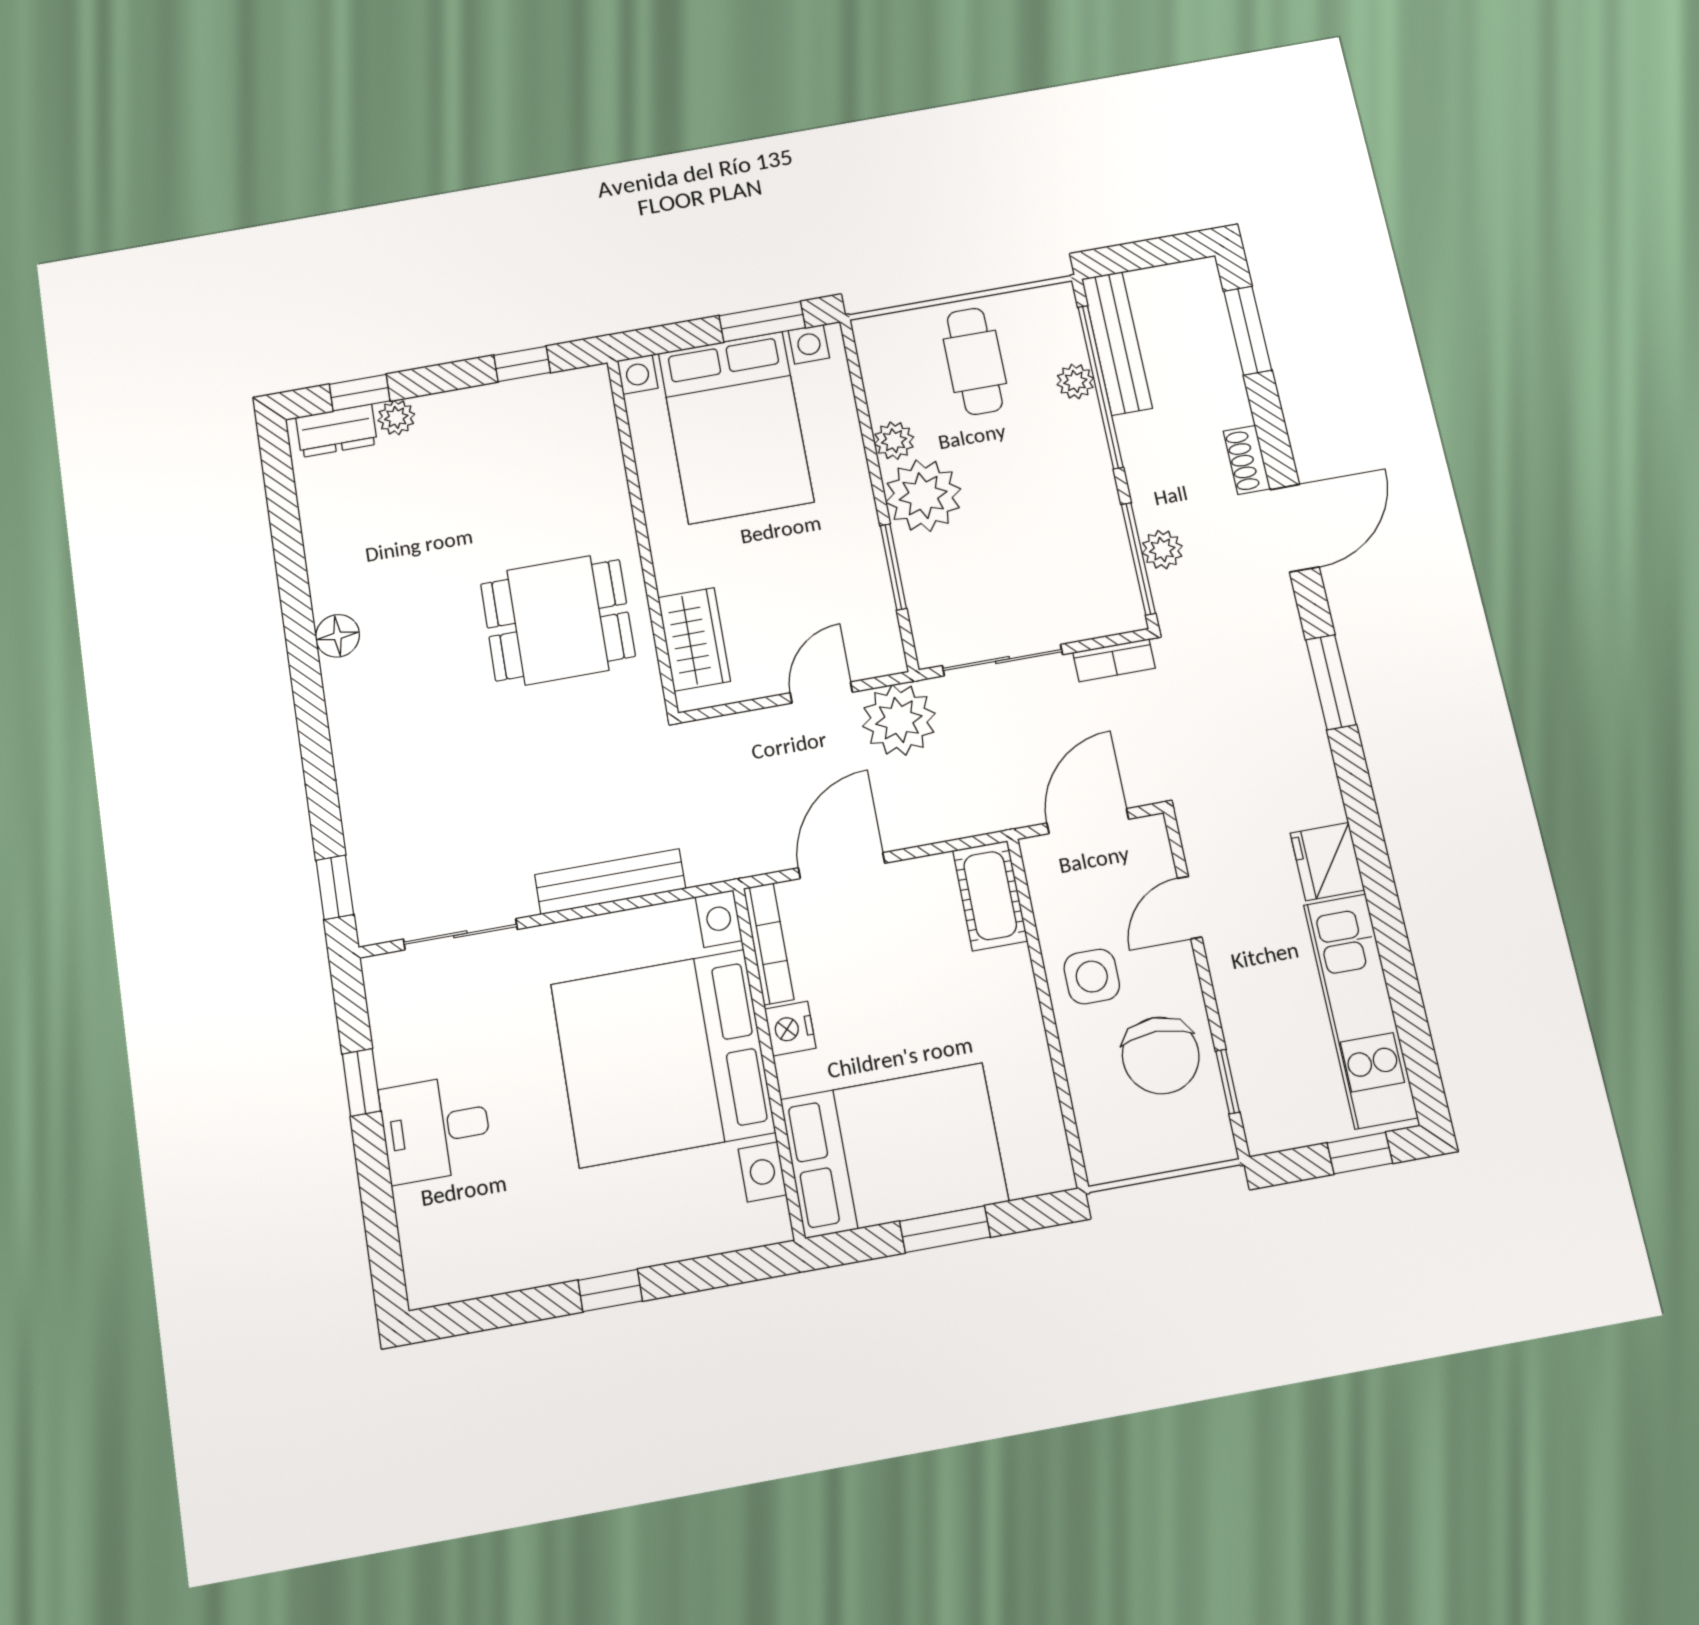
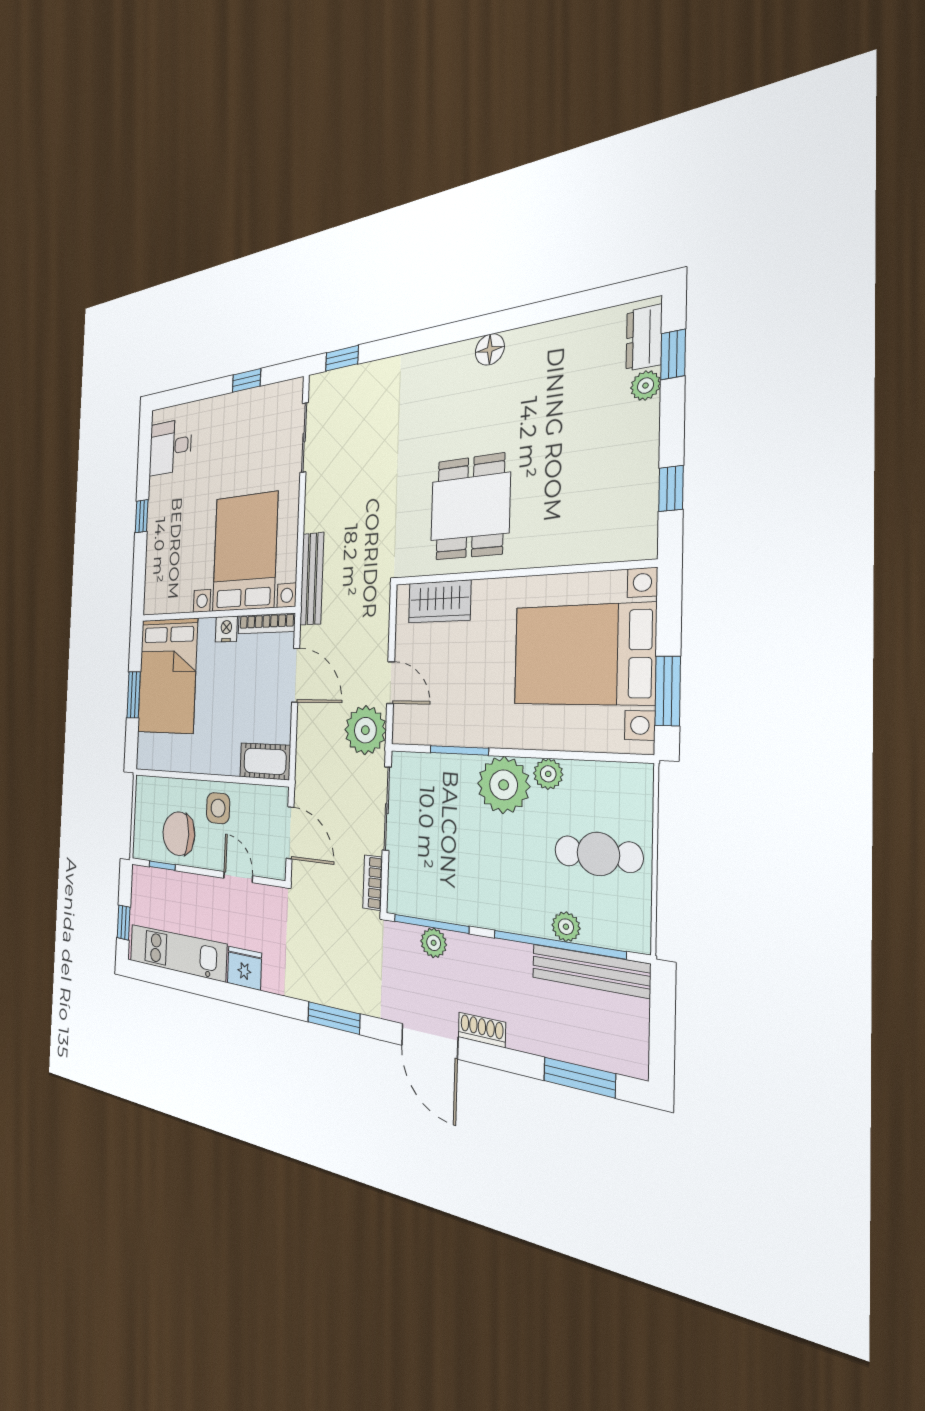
bench: (610, 882) -> (312, 579), moved
bed with nightstands: (662, 1058) -> (245, 552), width x0.73
desk: (436, 1129) -> (170, 447), moved, turned -90

